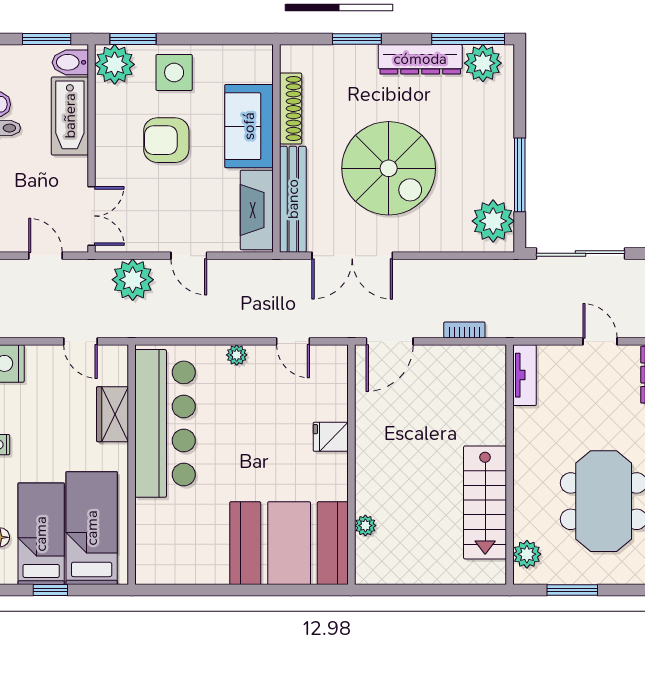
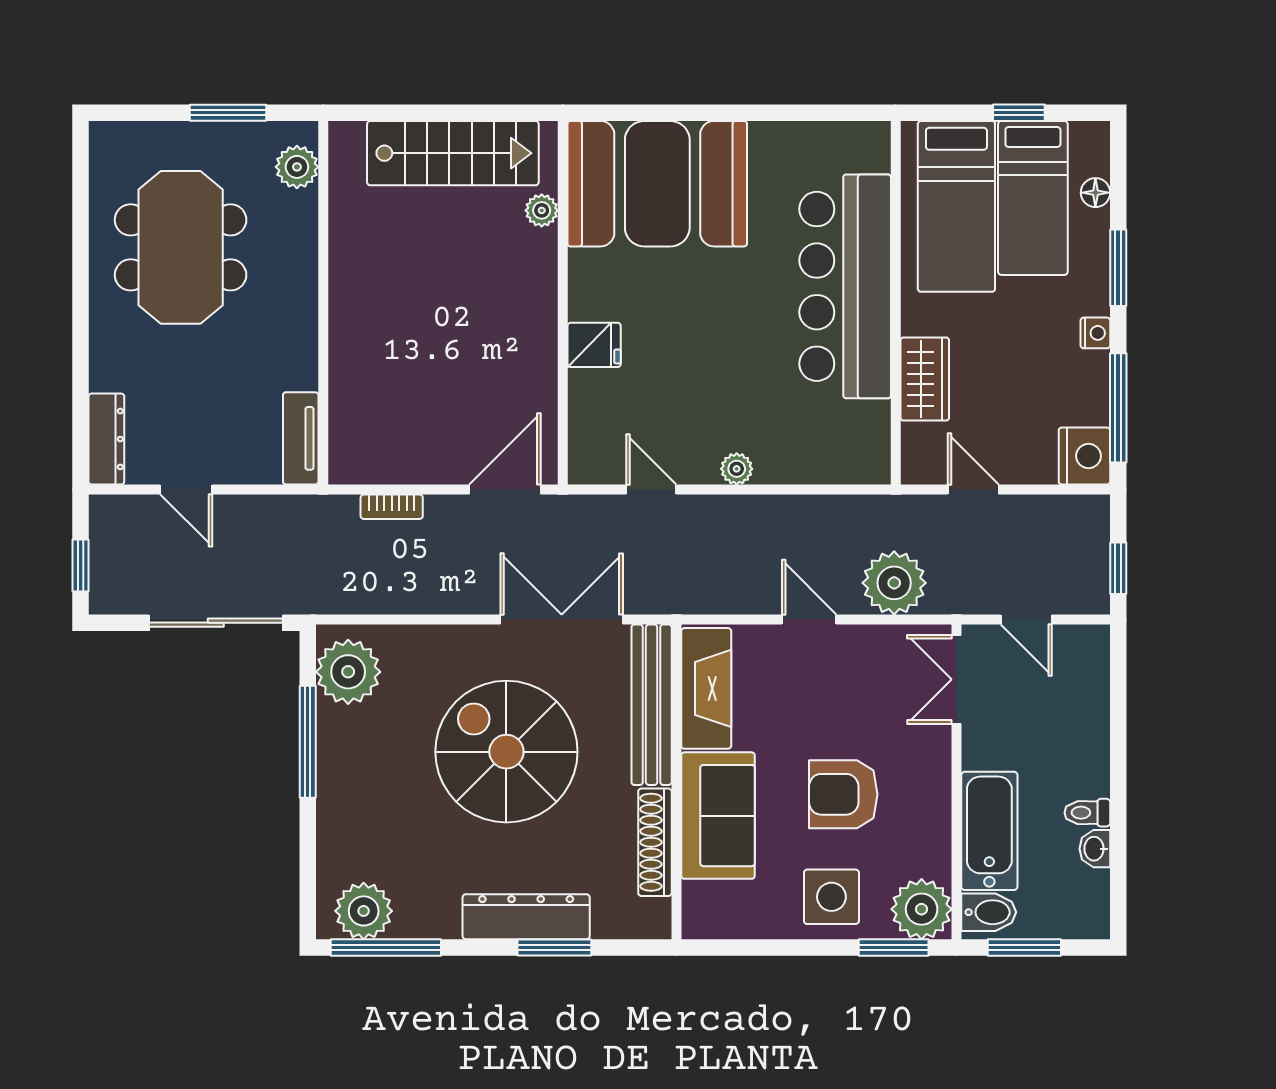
dresser: (420, 59) -> (526, 917), moved
armchair: (166, 140) -> (843, 794), turned 180
bar counter: (165, 423) -> (845, 286), moved
stairs: (485, 502) -> (453, 153), moved, turned 90

